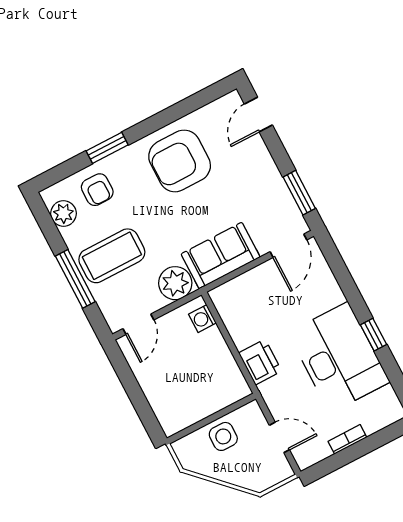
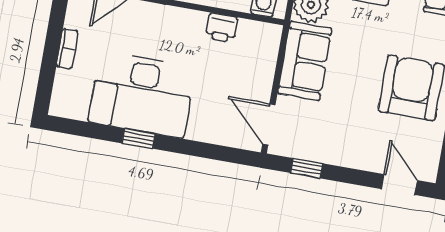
window: (299, 193) -> (307, 168), width x0.67
printer: (260, 362) -> (221, 28), moved, width x0.73, depth x0.81

